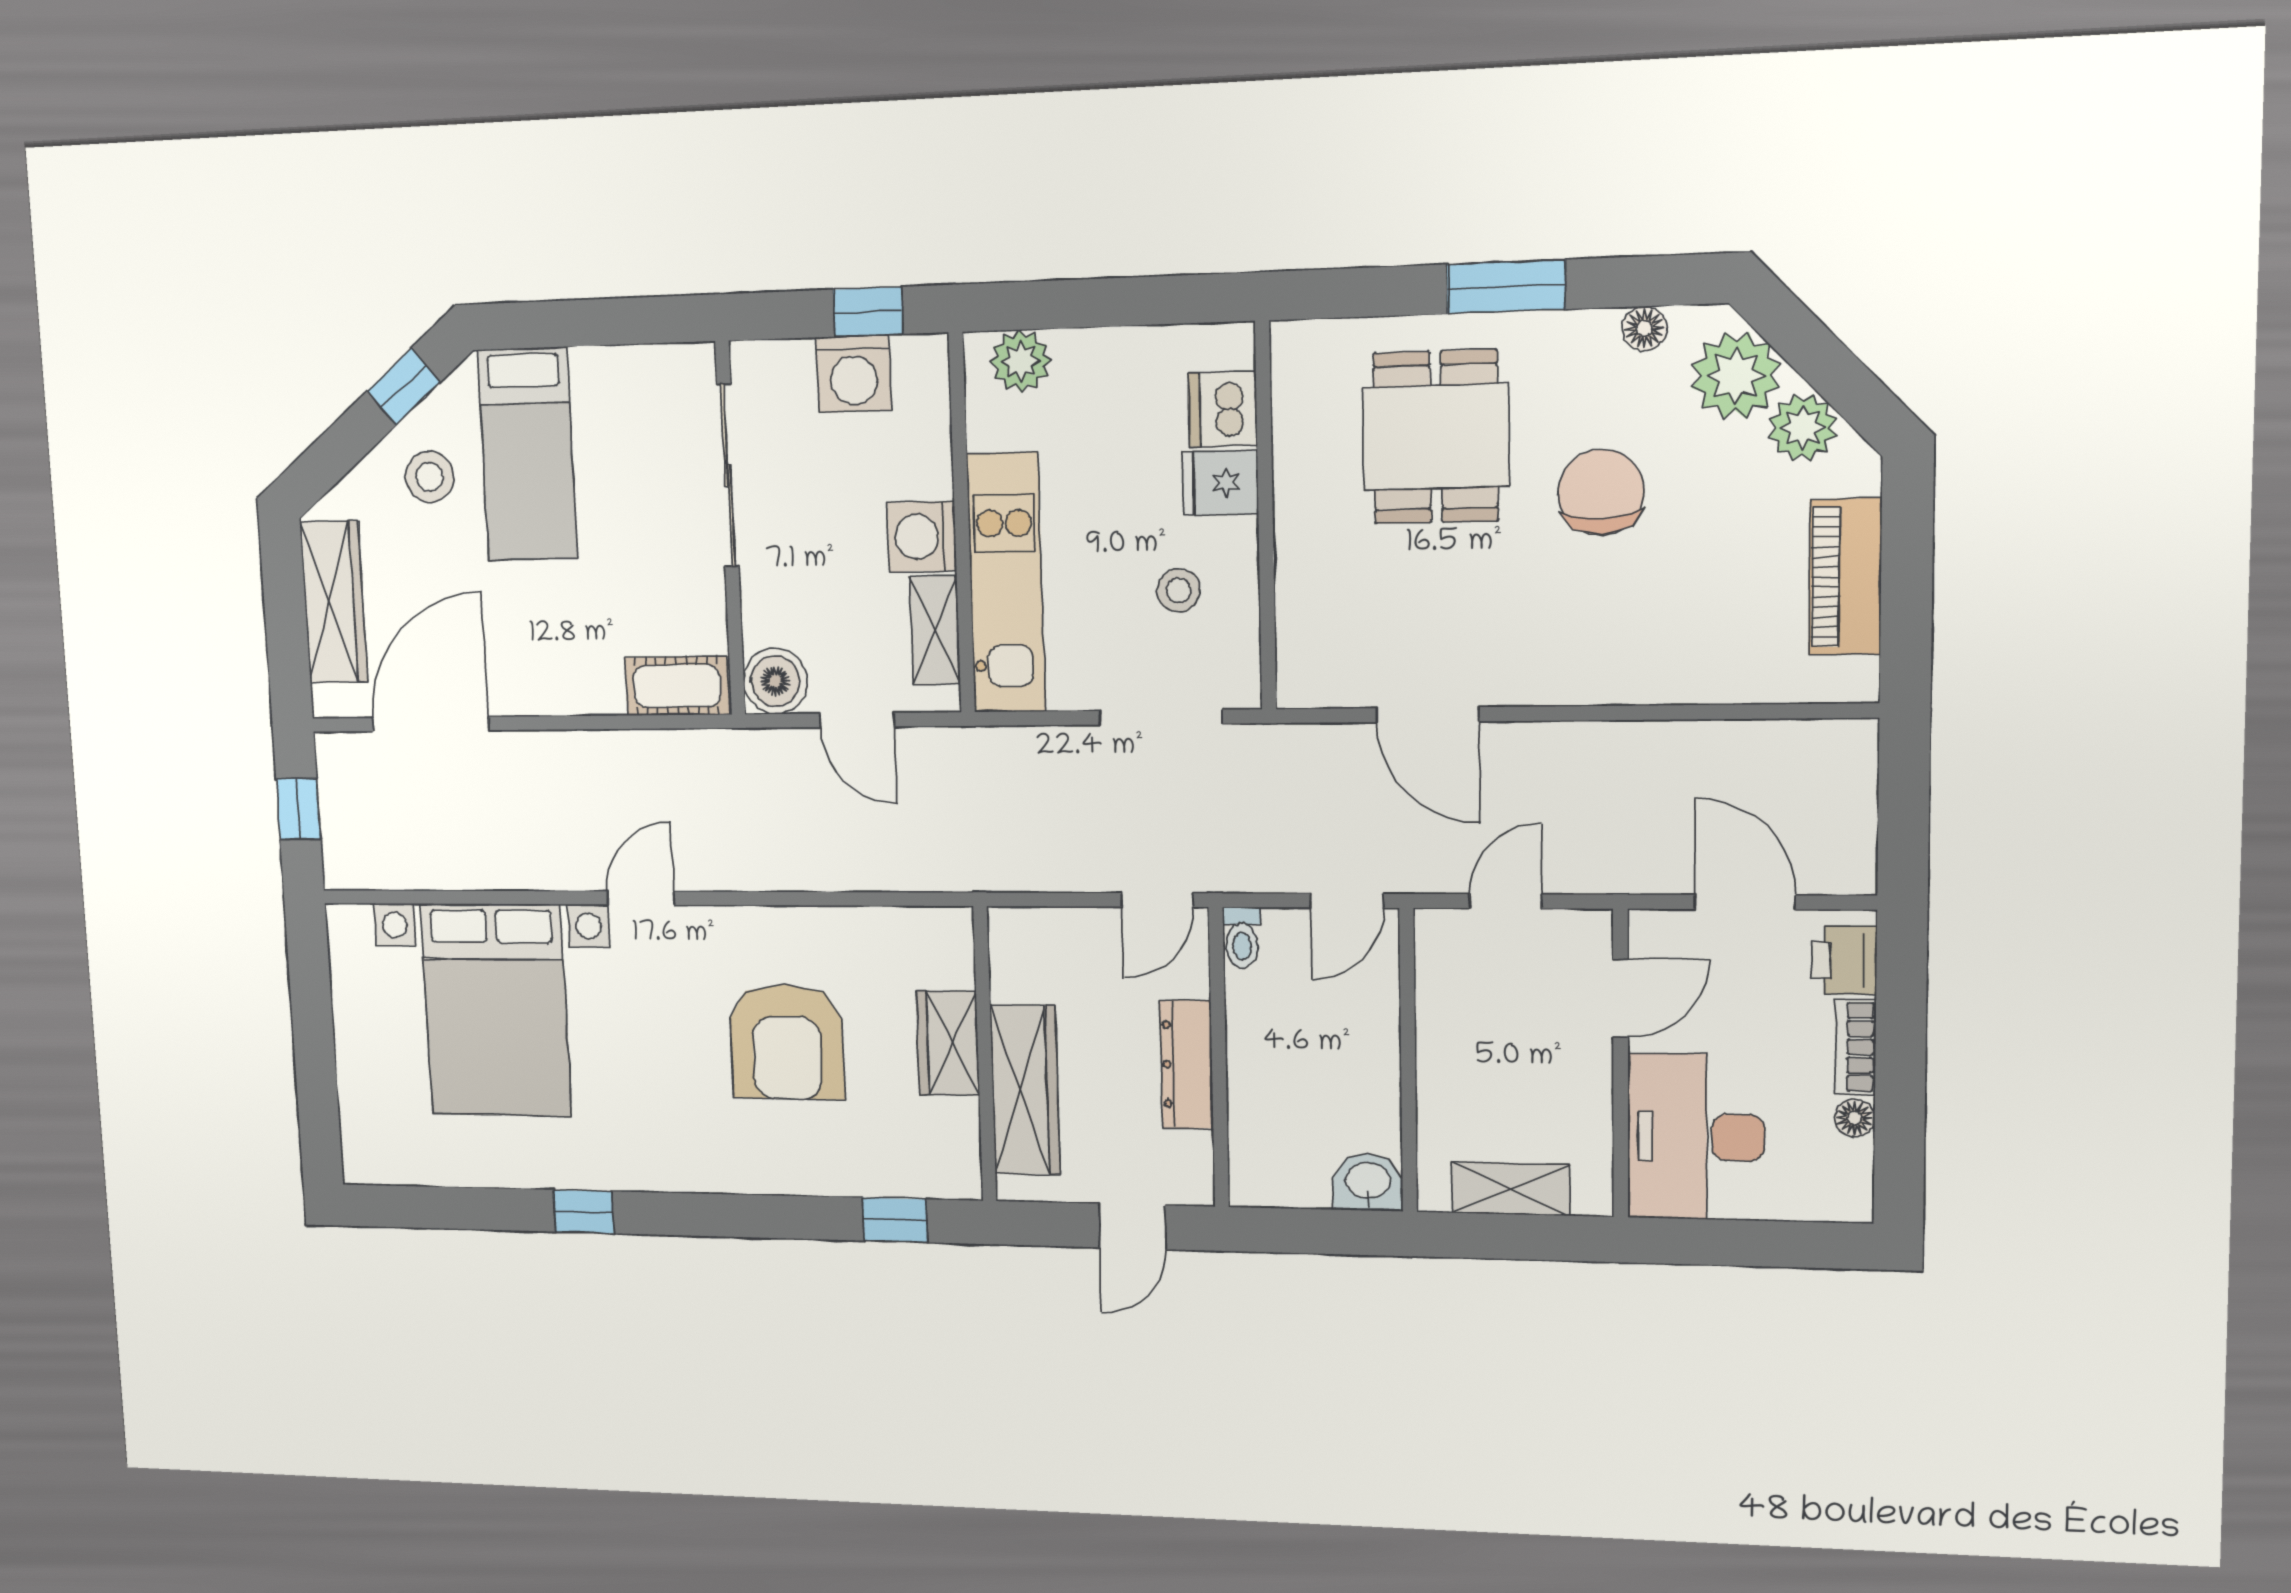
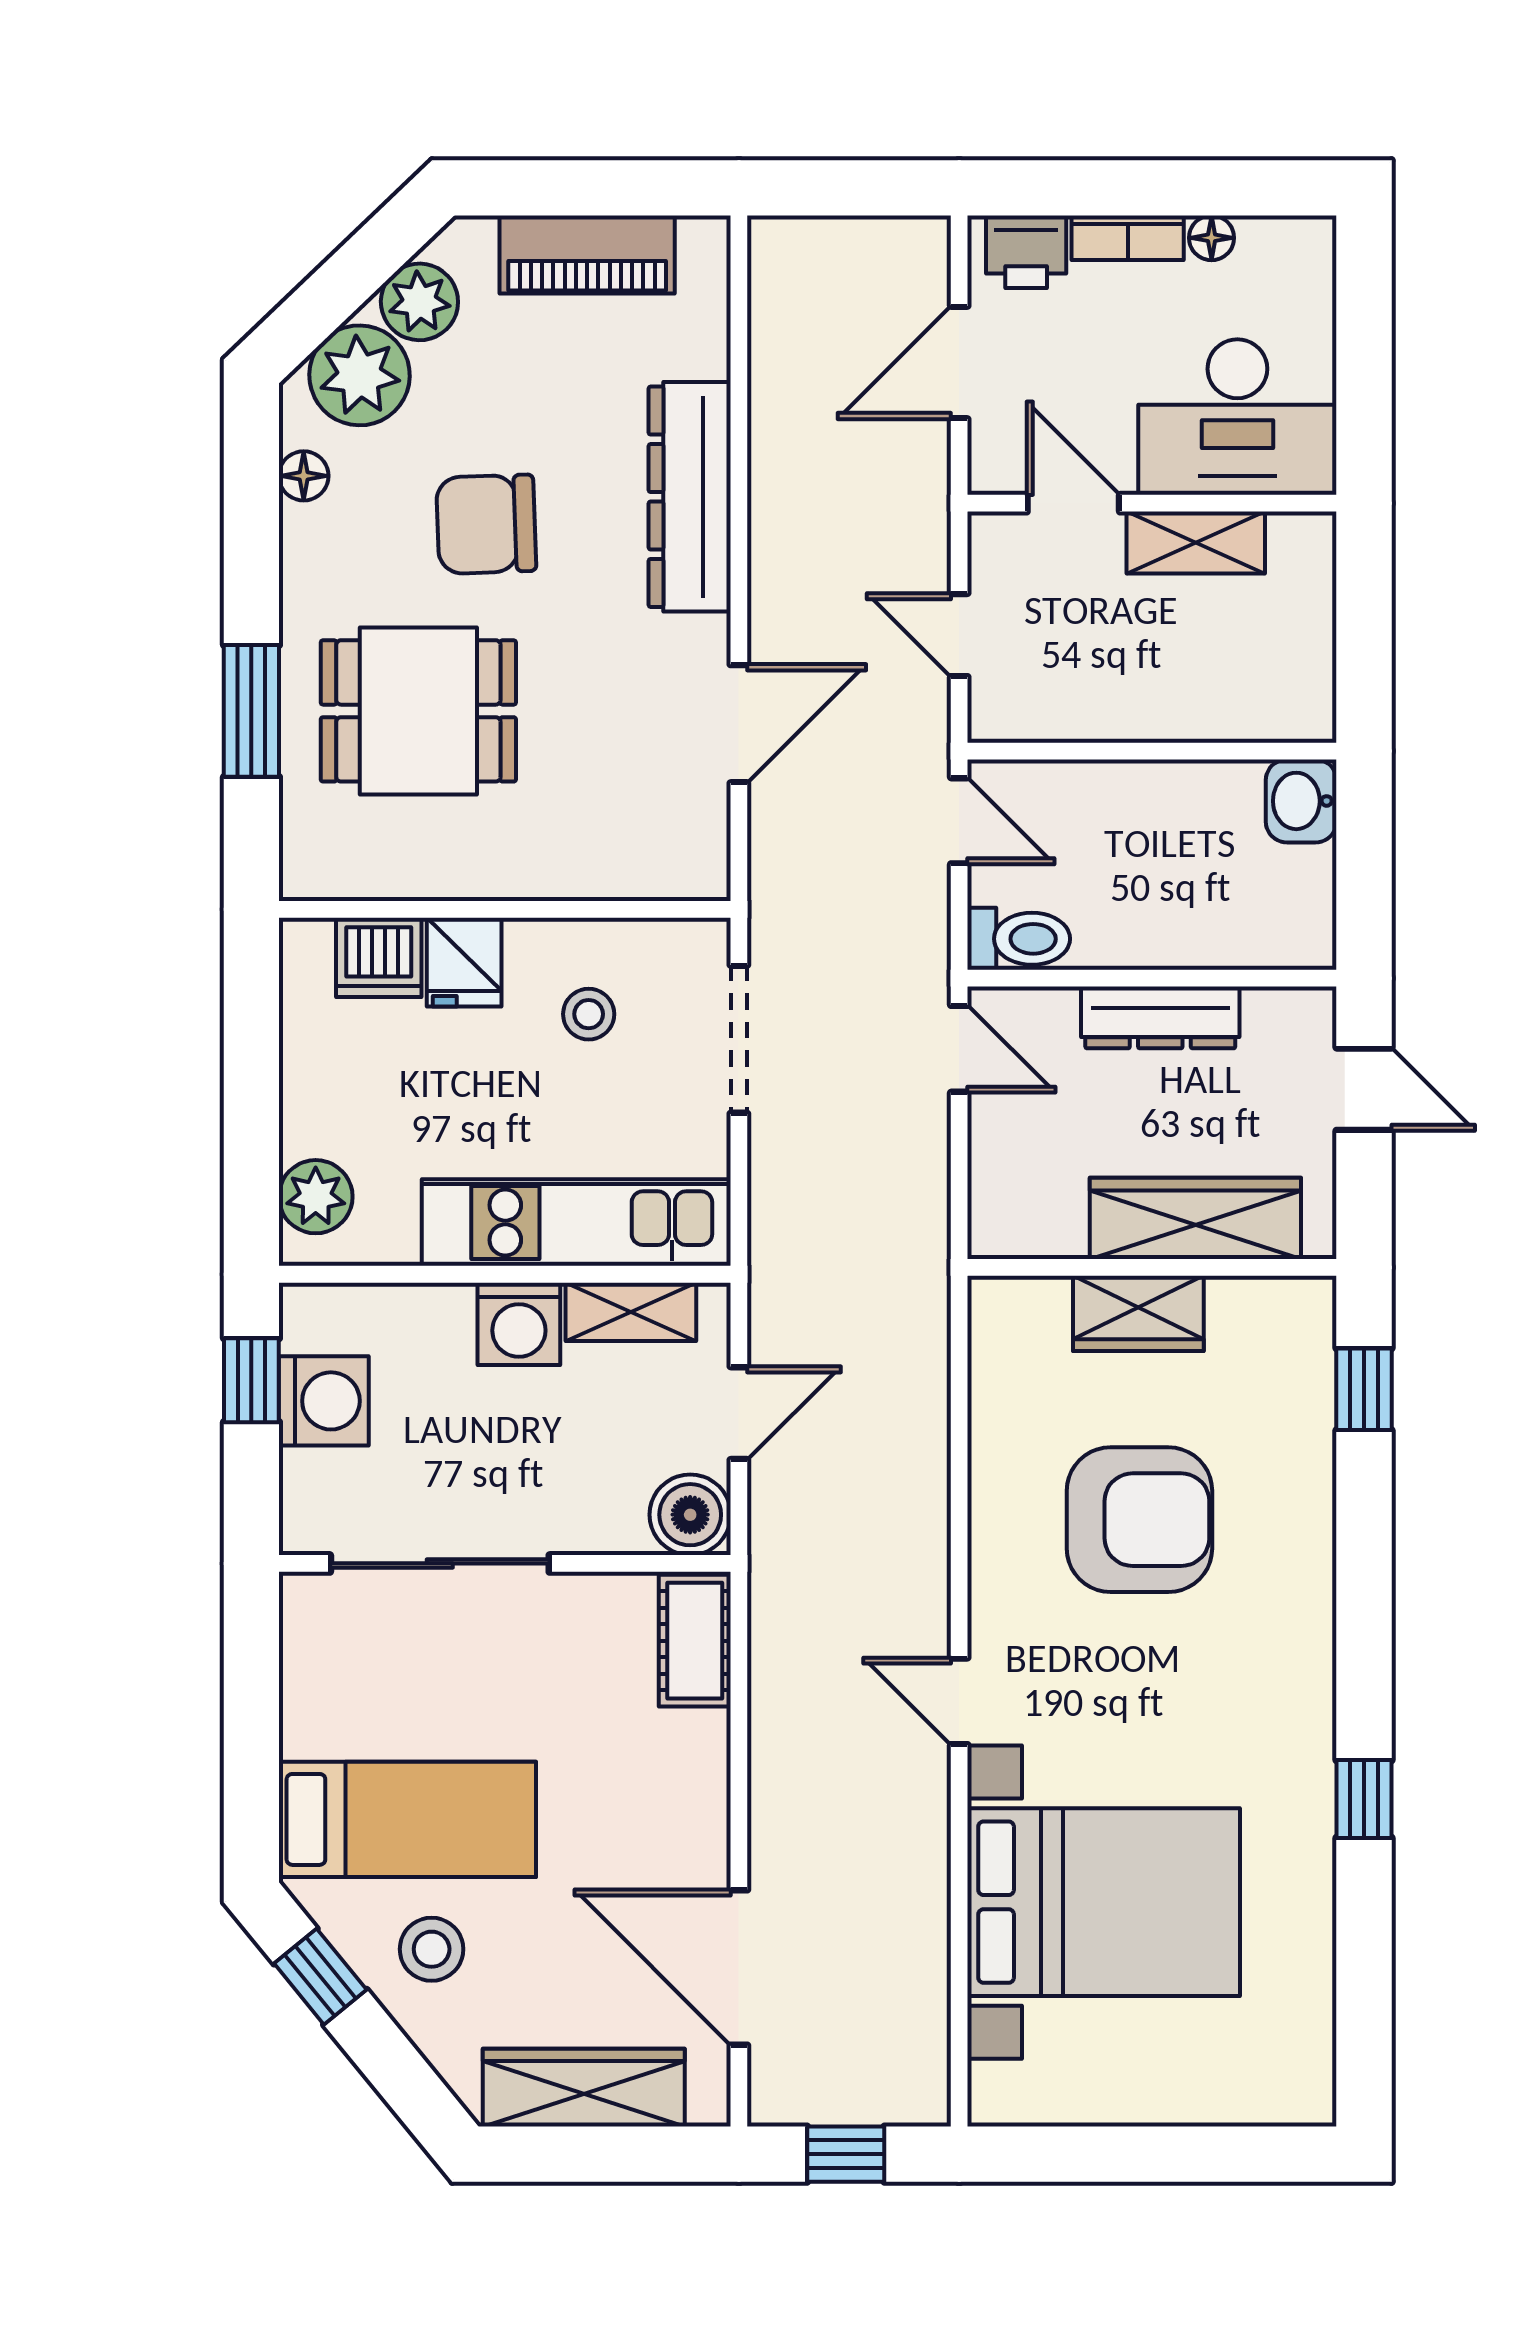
window: (1506, 287) -> (251, 711), moved
dresser: (1626, 670) -> (690, 497), added
toilet: (1242, 938) -> (1019, 939), width x1.37, depth x1.39
shelving: (1511, 1189) -> (1196, 543), moved, turned 90

